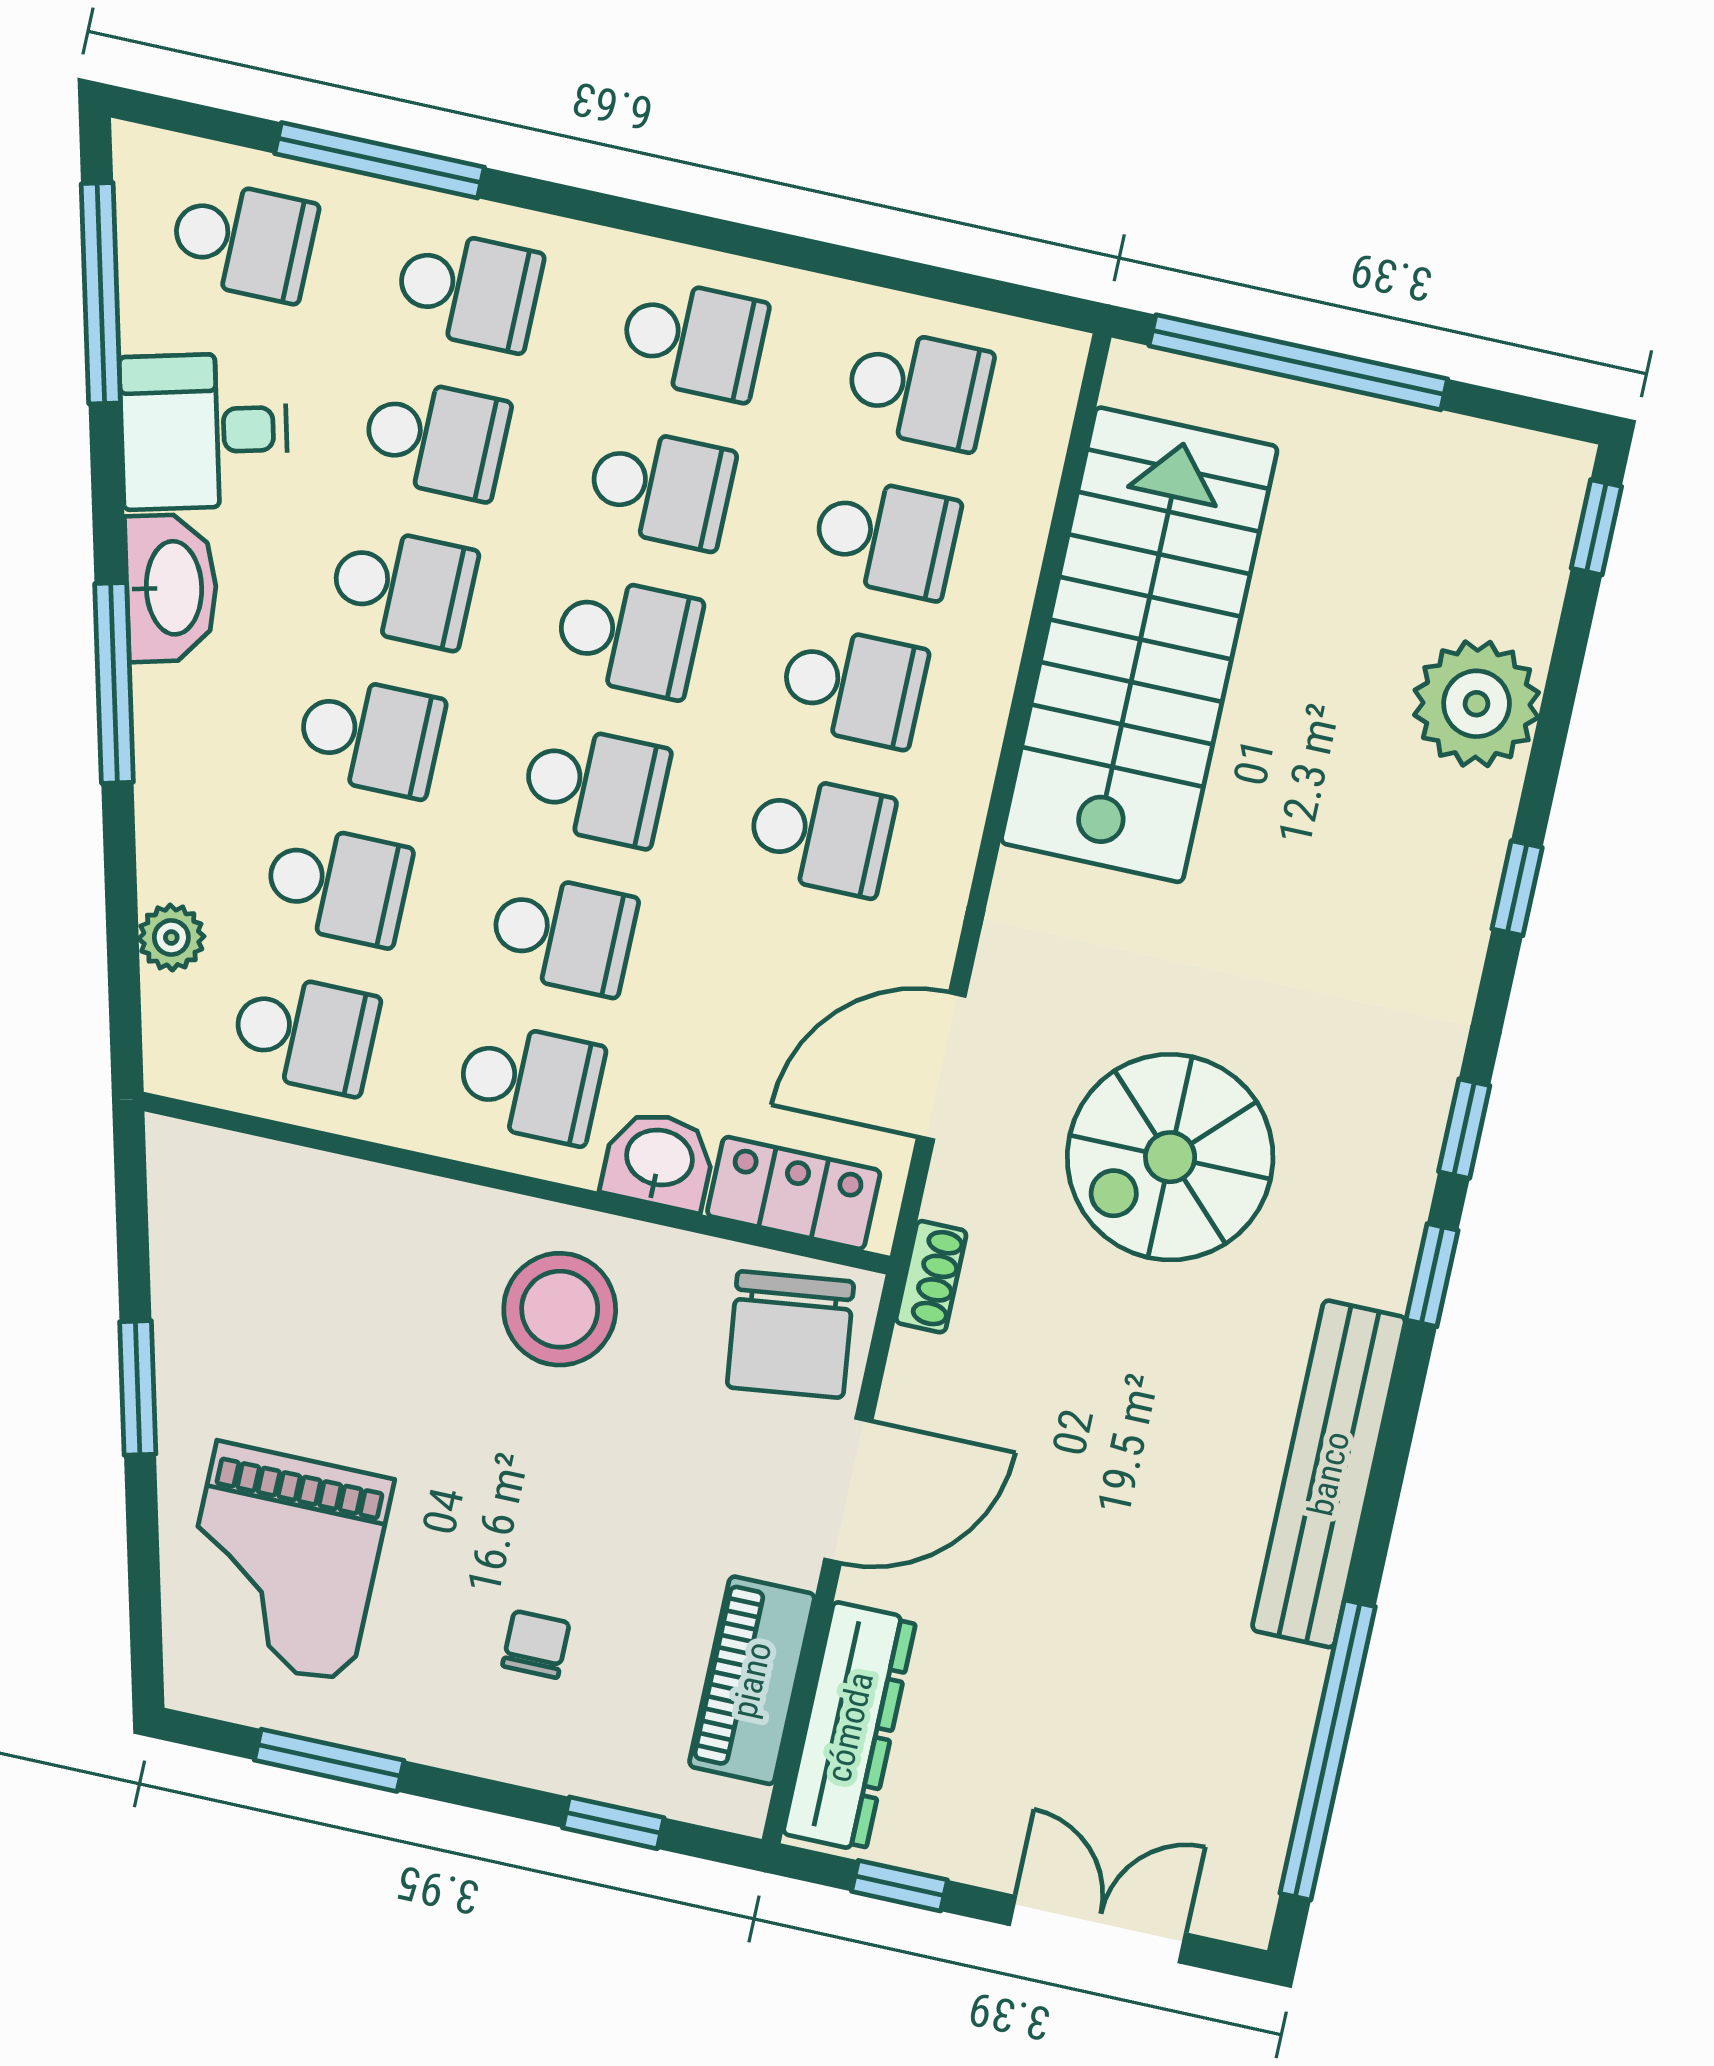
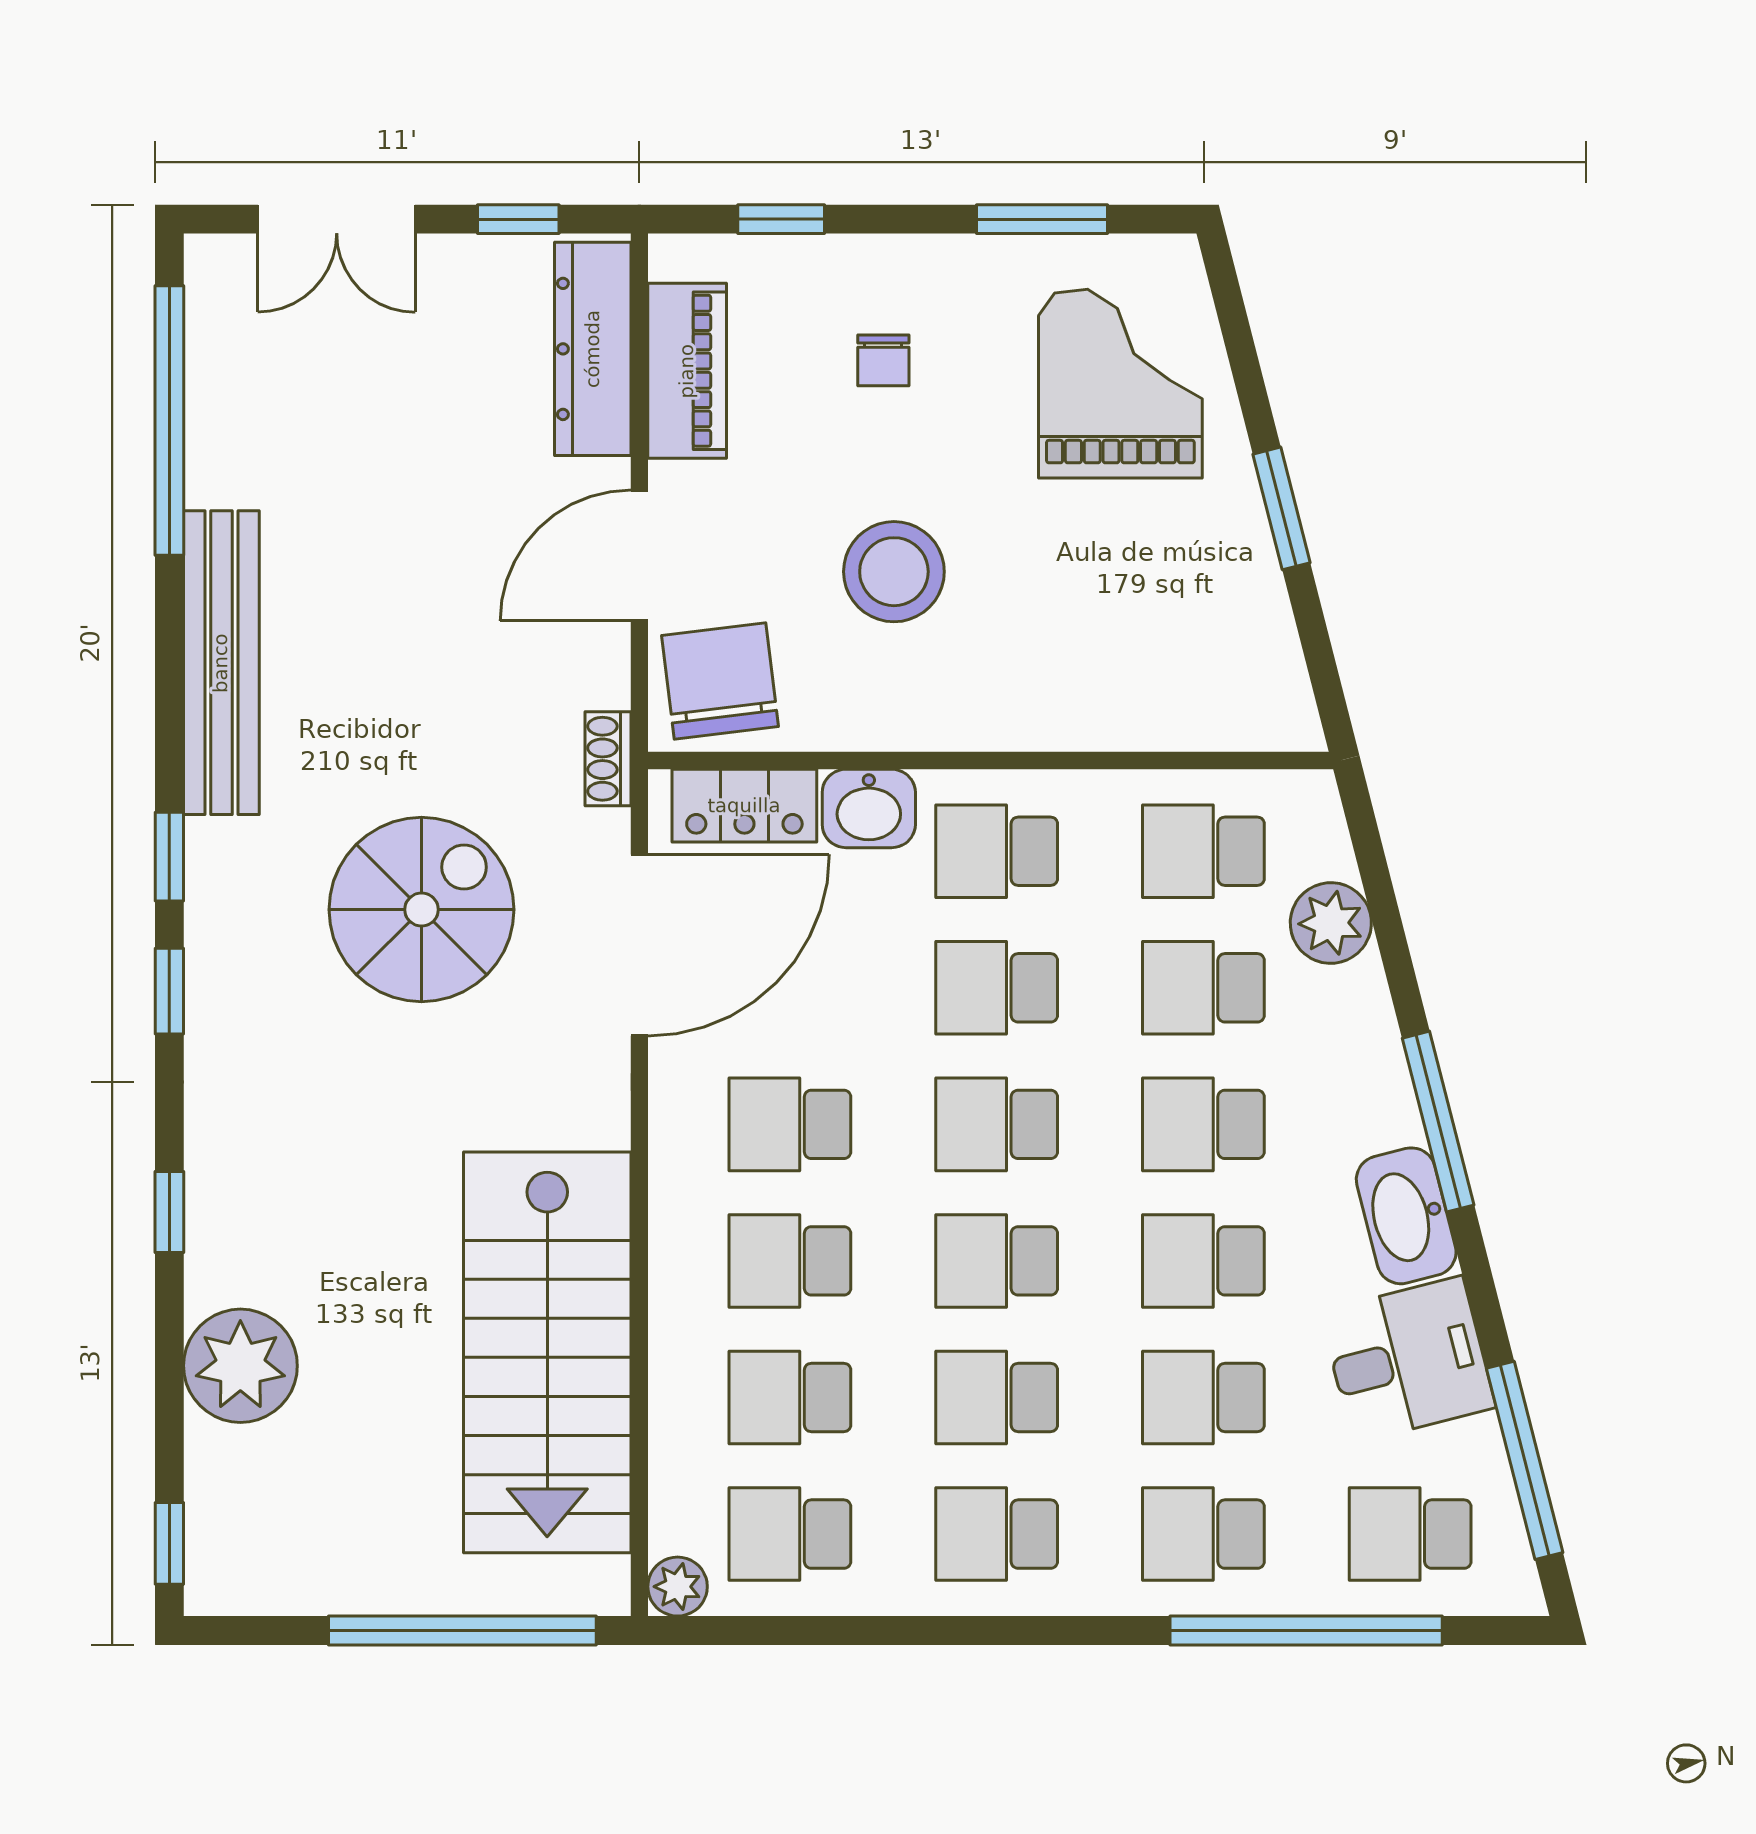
window: (379, 160) -> (1306, 1630), width x1.46
plant: (1053, 359) -> (678, 1587), added
plant: (171, 937) -> (1331, 923), width x1.38, depth x1.38
door: (941, 1066) -> (639, 945), width x1.36
stool: (560, 1309) -> (894, 572), moved

